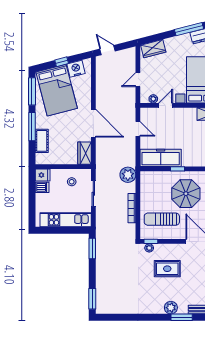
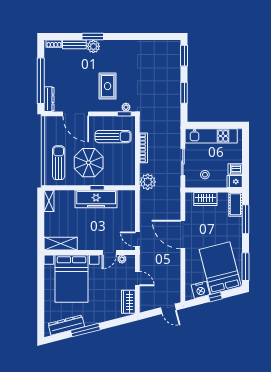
wardrobe: (153, 49) -> (128, 302), moved, turned -76
door: (138, 80) -> (137, 279), hinge flipped
window: (32, 127) -> (245, 219), moved
door: (138, 129) -> (137, 239), moved
cot: (42, 141) -> (235, 204), moved
wardrobe: (84, 153) -> (205, 199), moved, turned 90
freezer: (161, 158) -> (96, 199), moved
window: (92, 248) -> (184, 93), moved
rug: (167, 269) -> (108, 86), turned 90
plant: (171, 308) -> (93, 46), moved

